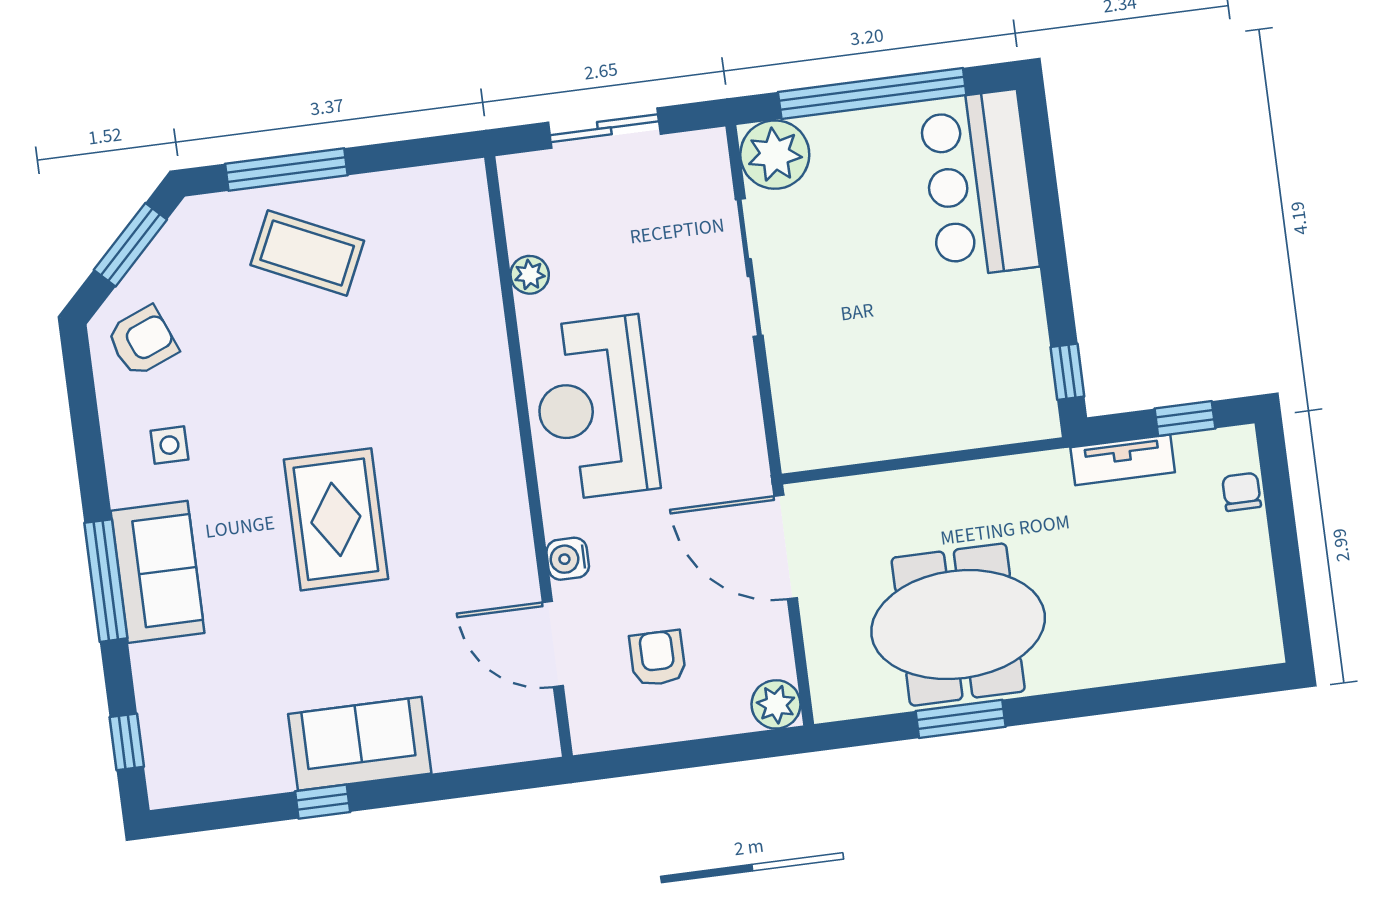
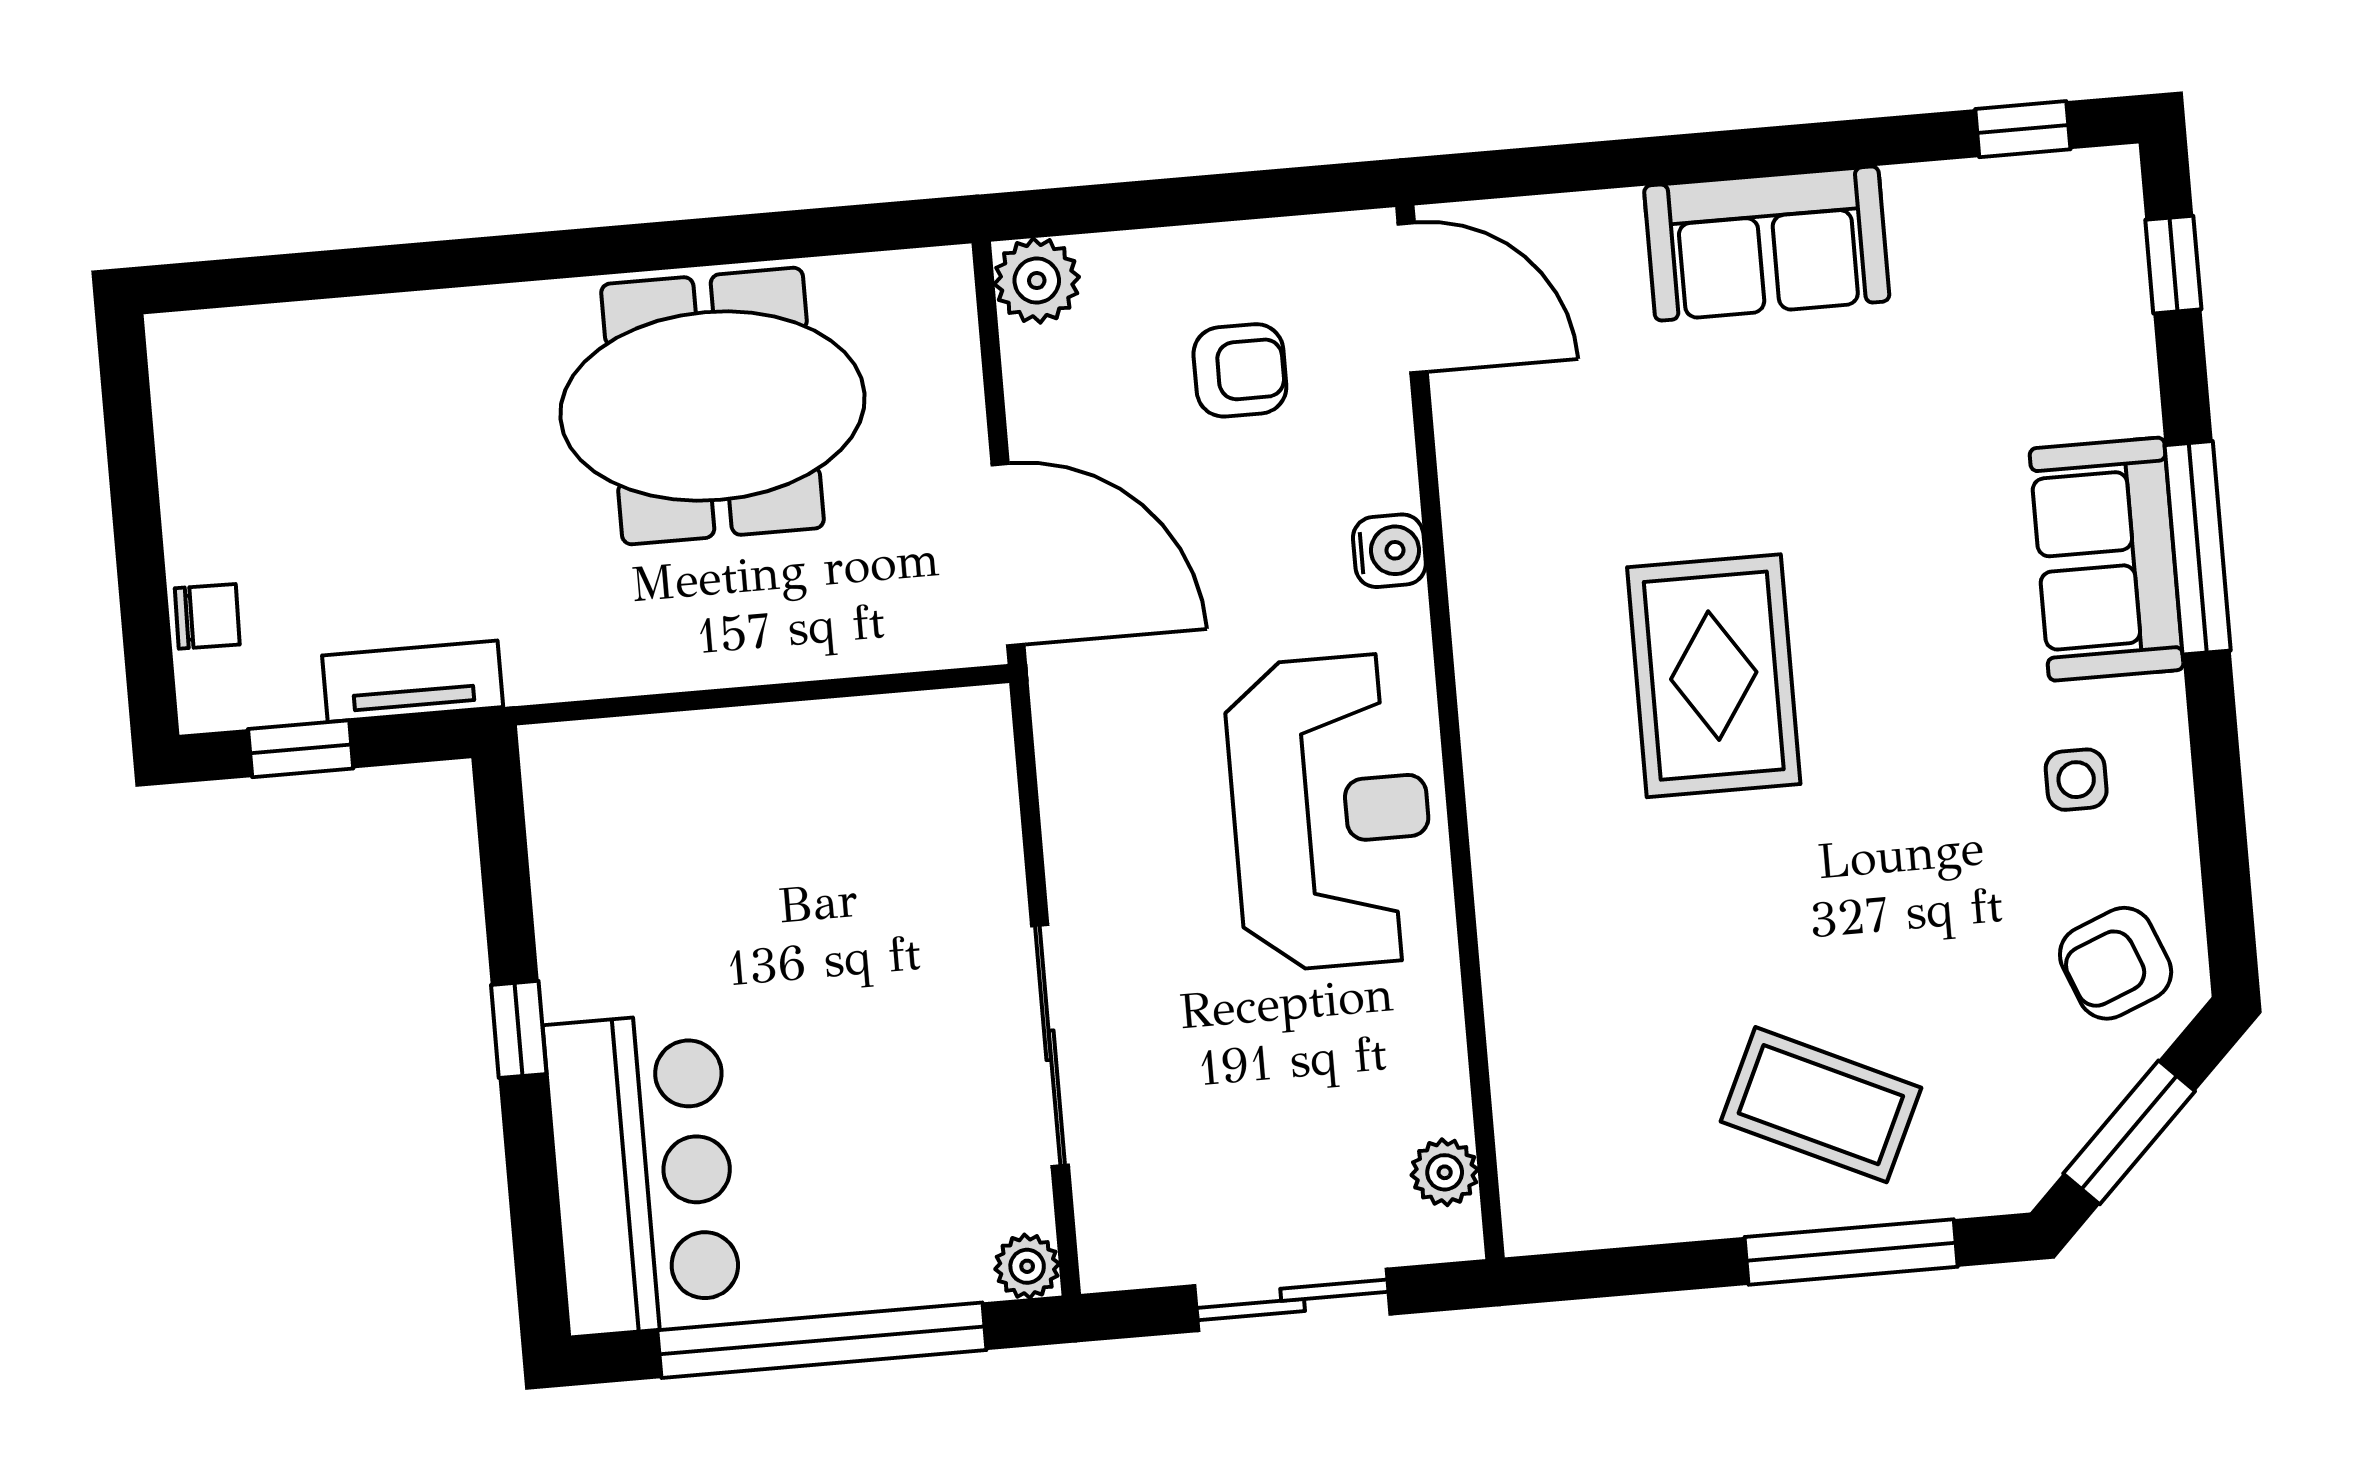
plant: (775, 155) -> (1027, 1266), width x0.53, depth x0.53
plant: (530, 275) -> (1445, 1172), moved
window: (1067, 372) -> (519, 1029), moved
chair: (1242, 492) -> (207, 616), turned -89
rug: (336, 519) -> (1714, 676), moved
door: (553, 644) -> (1413, 298), moved
armchair: (658, 658) -> (1240, 370), turned -90
window: (961, 719) -> (715, 241), removed
window: (323, 802) -> (2023, 129), moved

